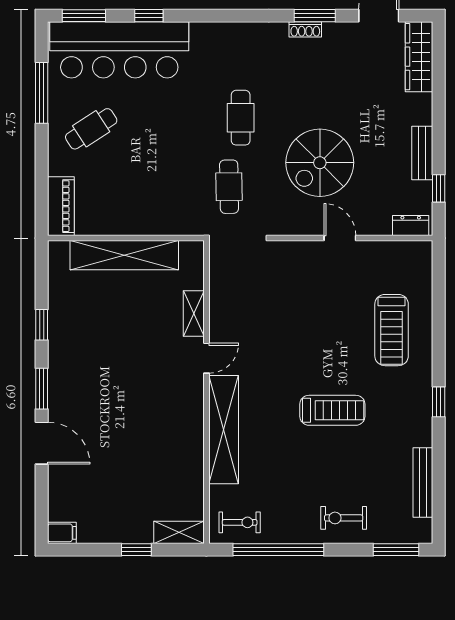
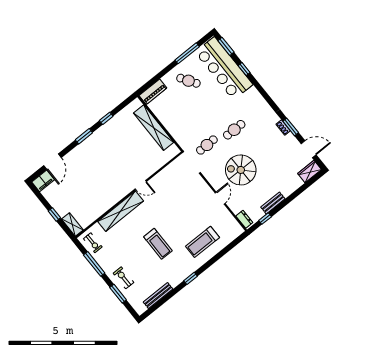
wardrobe: (419, 57) -> (310, 171), width x0.67
shelving: (194, 314) -> (153, 168), removed
door: (42, 443) -> (52, 162), moved
filing cabinet: (62, 533) -> (43, 181), width x2.00
window: (278, 550) -> (94, 264), width x0.68
window: (396, 550) -> (118, 294), moved

